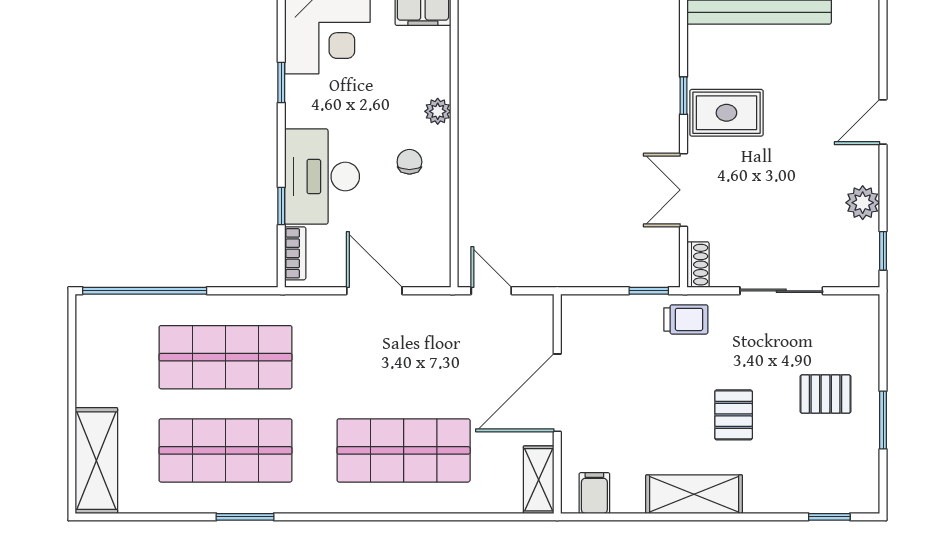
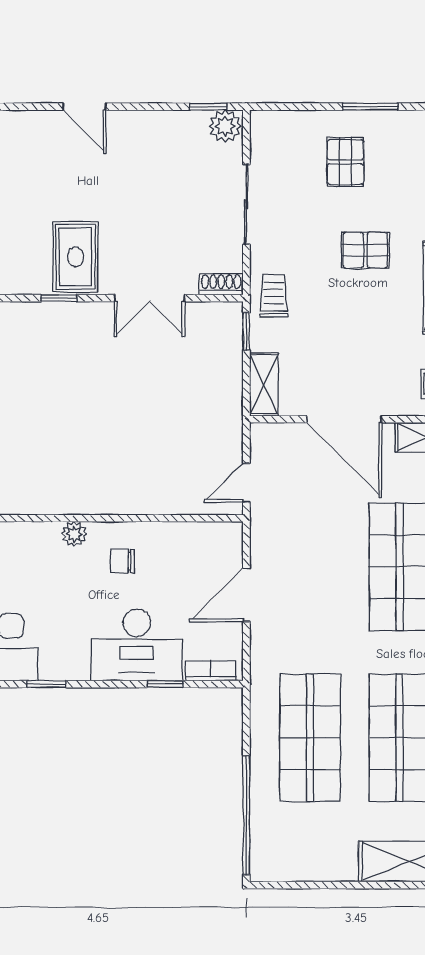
plant: (863, 203) -> (225, 126), moved
shelving: (594, 309) -> (264, 384), added

